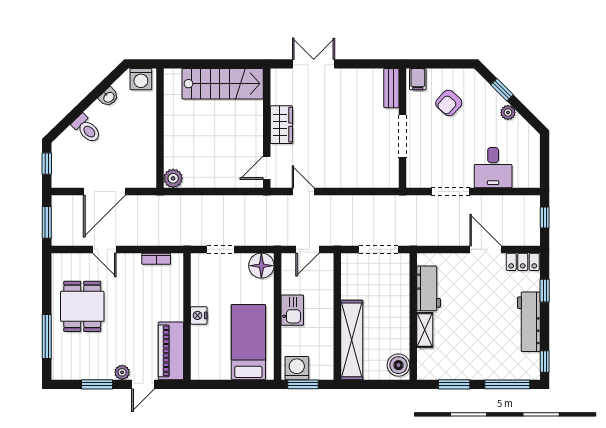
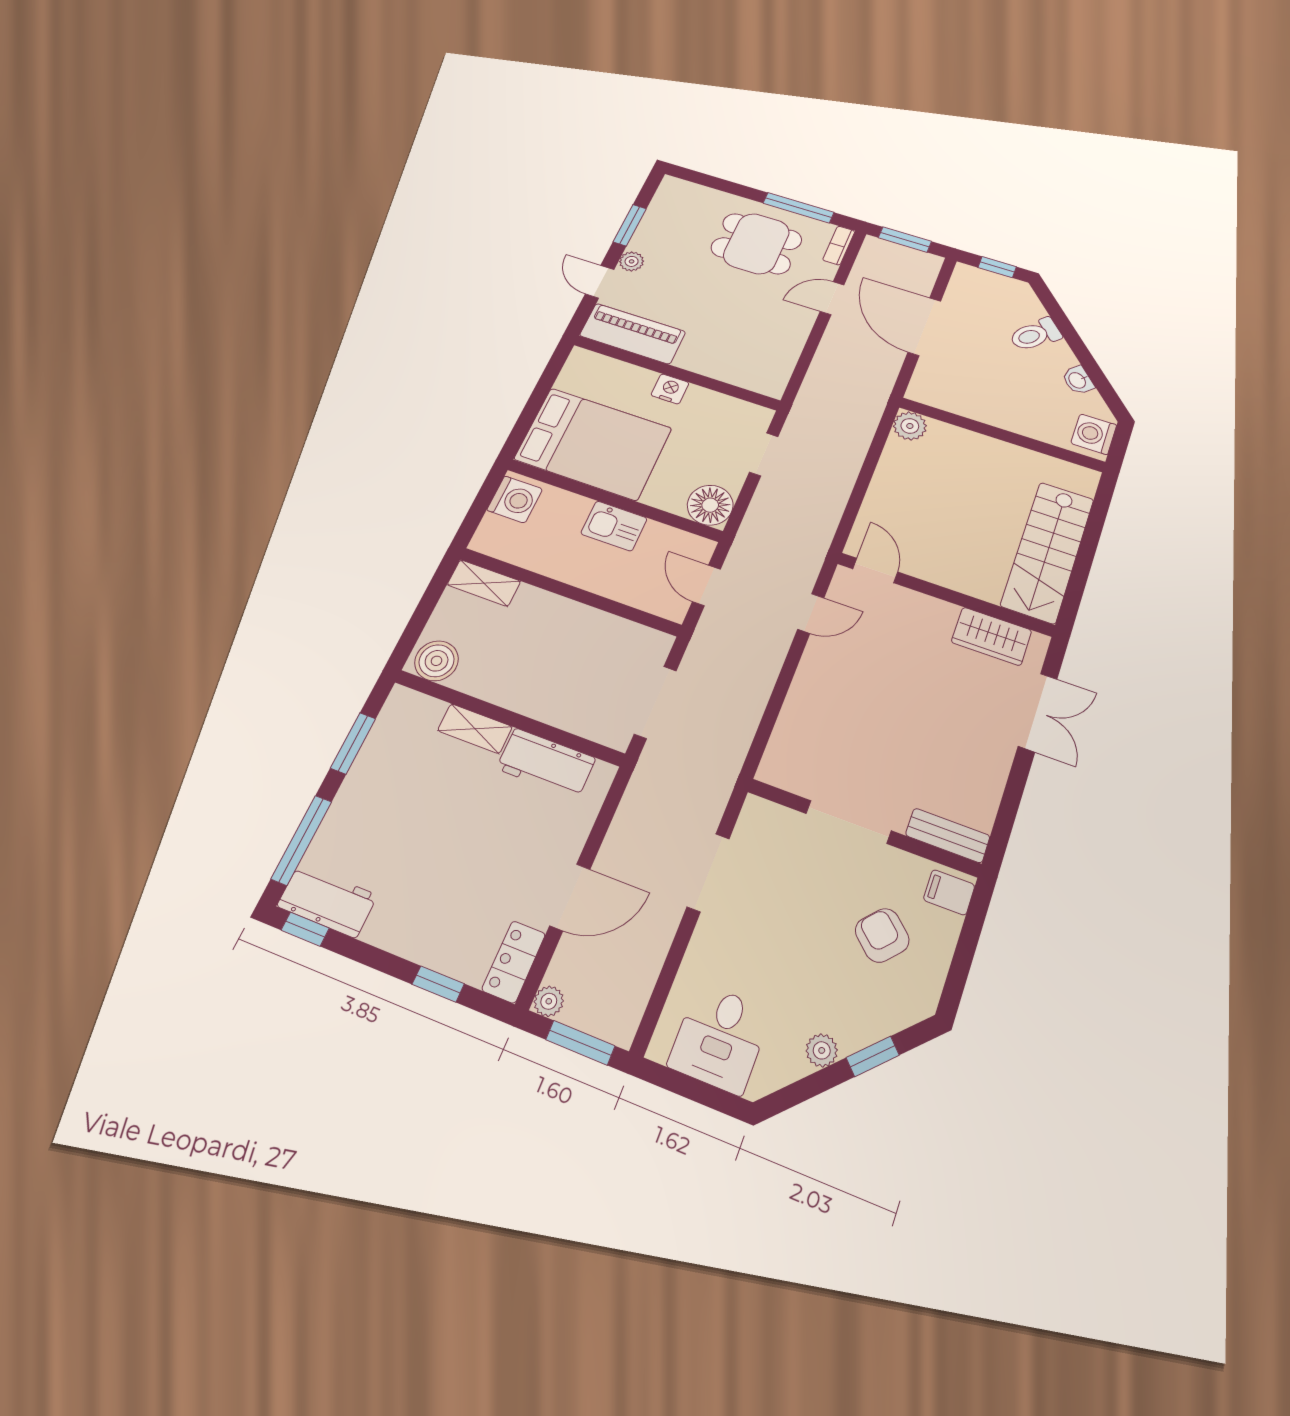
wardrobe: (281, 125) -> (991, 636), moved
desk: (493, 168) -> (720, 1038), moved, turned -90
window: (545, 218) -> (580, 1043), width x1.50
plant: (533, 239) -> (549, 1001), added
bookcase: (156, 259) -> (839, 245), moved
workbench: (529, 322) -> (327, 901), moved, width x0.73
window: (47, 336) -> (798, 208), moved
shelving: (352, 340) -> (484, 583), width x0.45, depth x0.75
bed: (248, 342) -> (593, 444), width x1.50
window: (303, 384) -> (483, 499), removed

